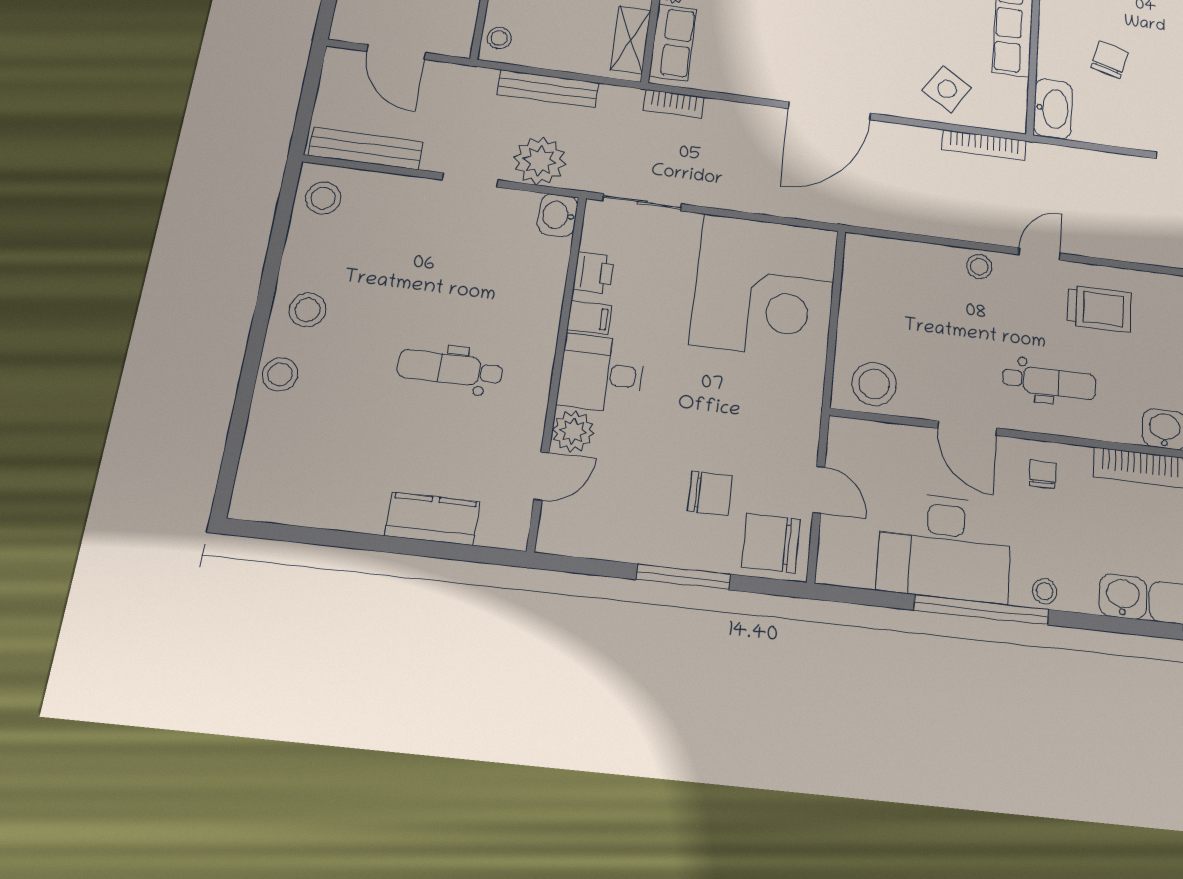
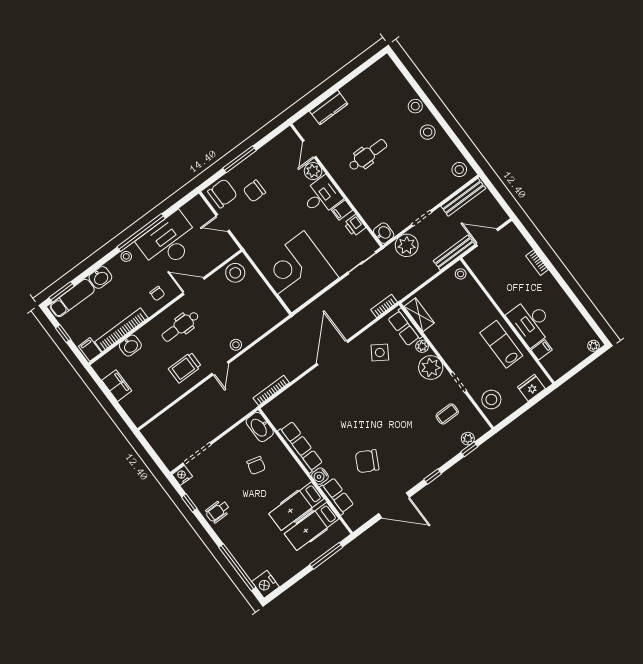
bench: (548, 89) -> (454, 253), moved
side table: (947, 89) -> (380, 353), moved

